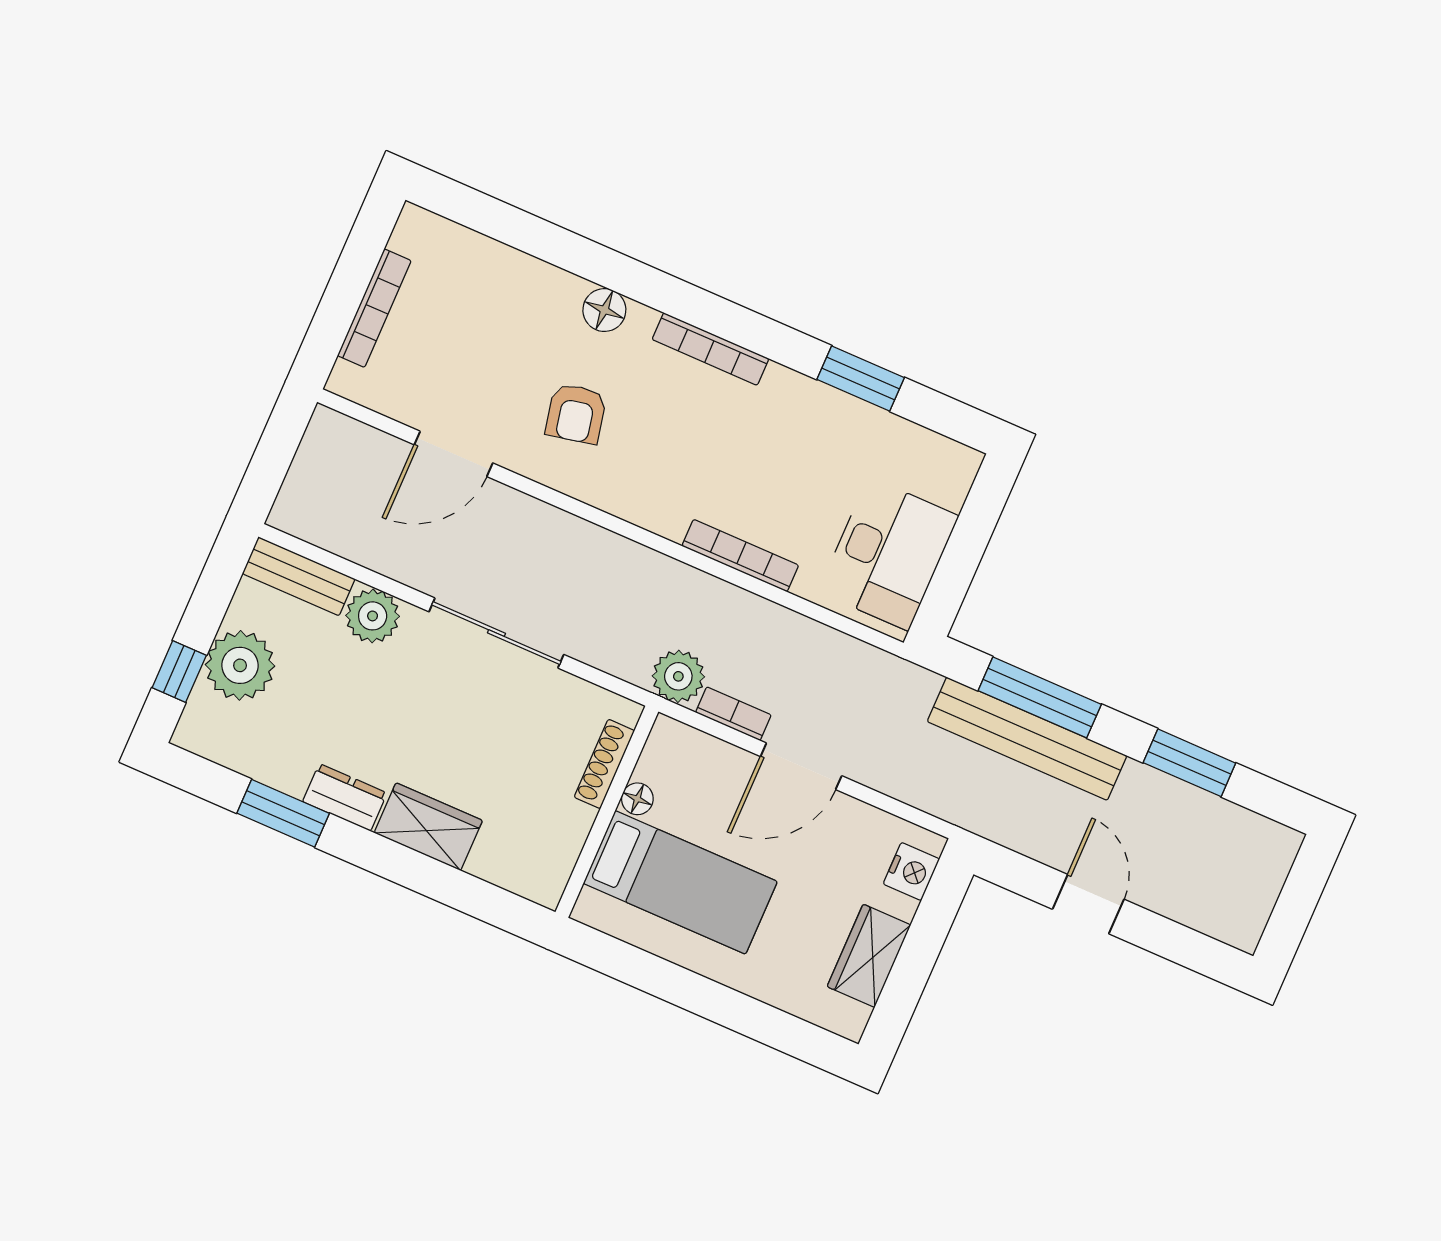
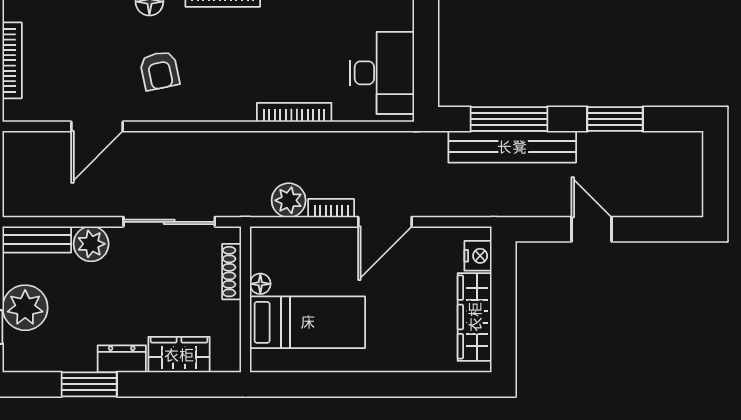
shoe rack: (604, 764) -> (232, 272), moved
floor lamp: (637, 799) -> (260, 284), moved
wall: (607, 812) -> (246, 299), moved
bed: (680, 882) -> (308, 322), moved
wardrobe: (869, 956) -> (475, 317), width x1.50

